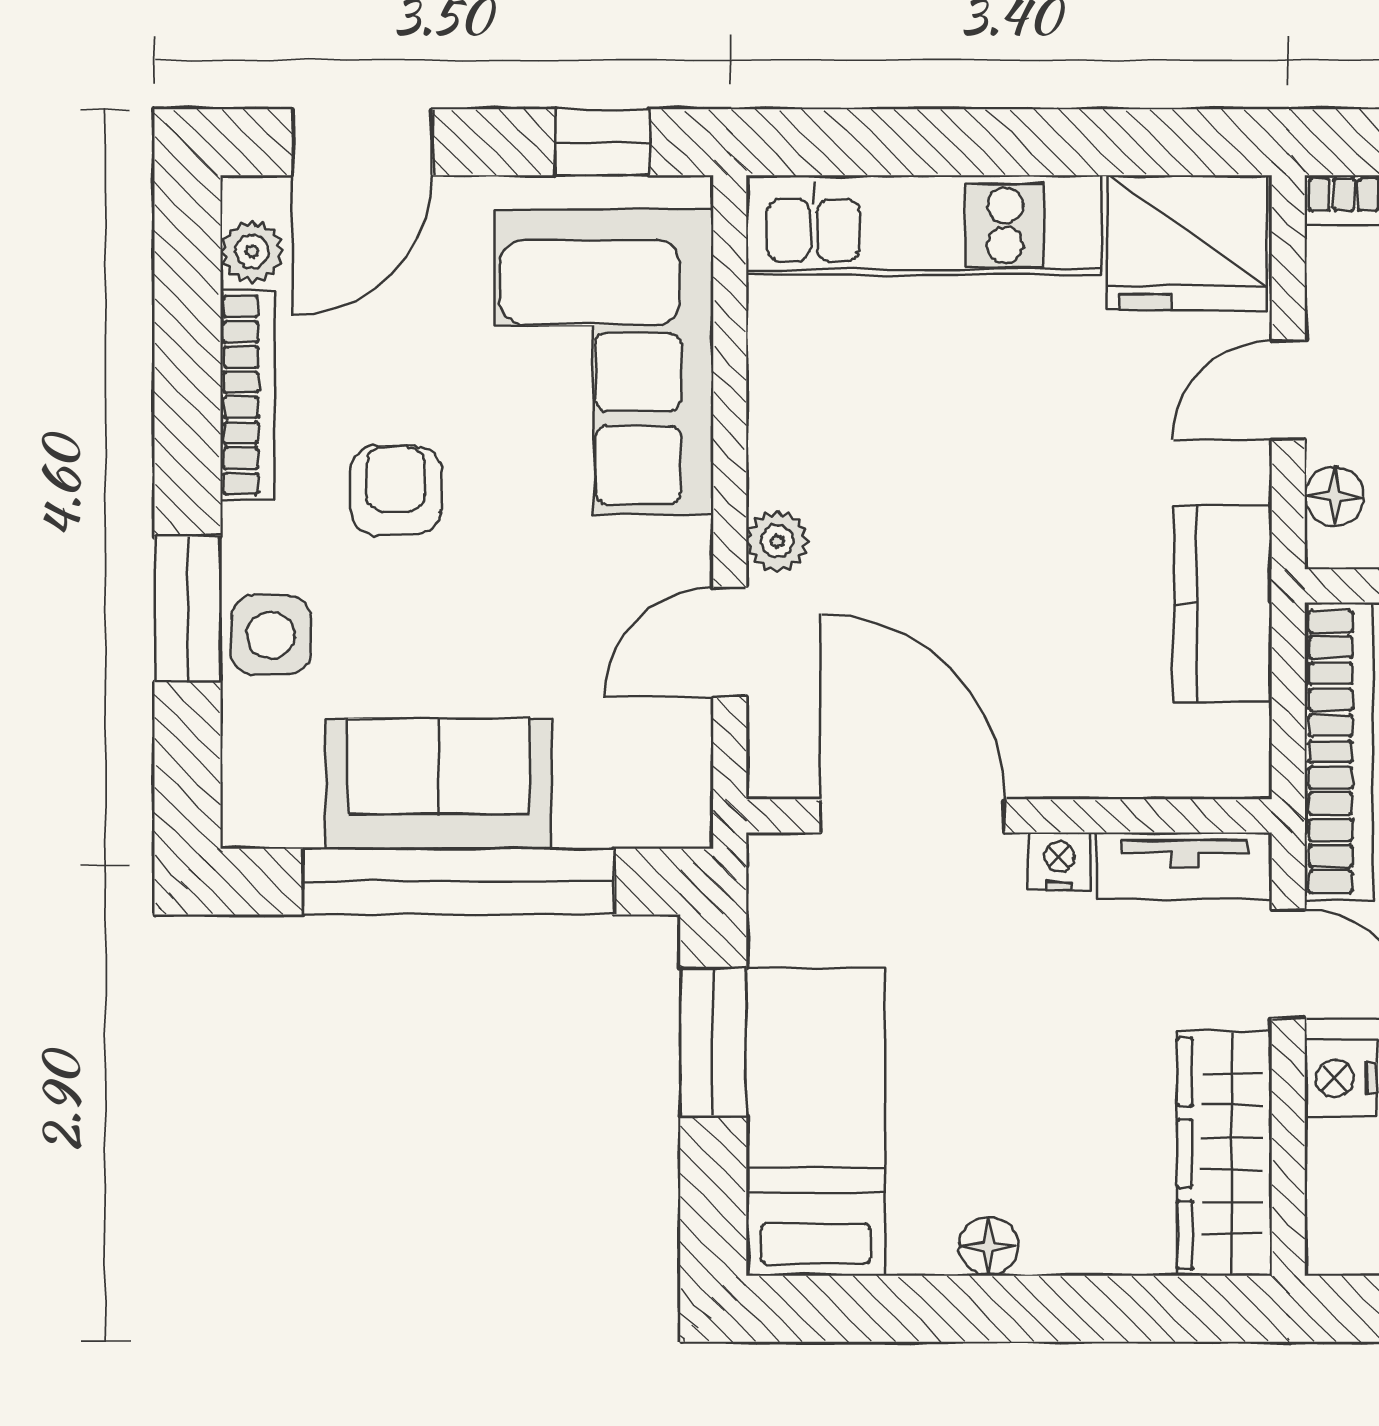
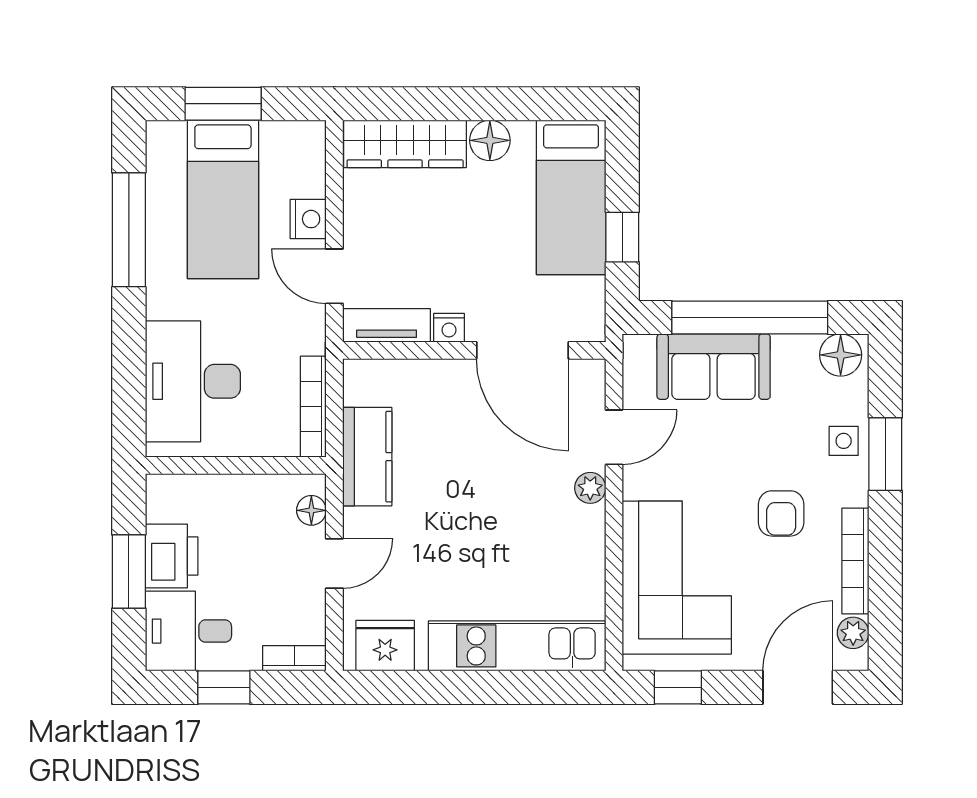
fridge: (1187, 243) -> (385, 646), width x0.73, depth x0.75
side table: (271, 635) -> (844, 441), width x0.73, depth x0.73
bookcase: (1339, 752) -> (313, 407), width x0.68, depth x0.76
sofa: (439, 783) -> (714, 367), moved
floor lamp: (277, 807) -> (841, 355), added
window: (713, 1042) -> (622, 237), width x0.67
wardrobe: (1224, 1153) -> (405, 144), moved, turned 90
floor lamp: (989, 1246) -> (490, 140), width x1.37, depth x1.37

